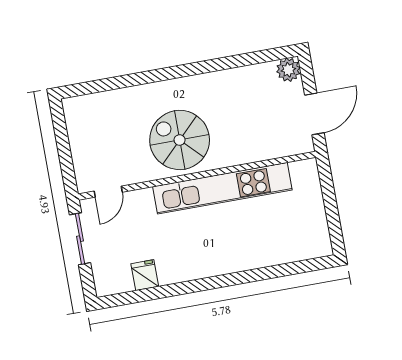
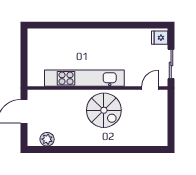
plant: (288, 70) -> (47, 139), moved
fridge: (145, 275) -> (160, 38), moved, turned 90

